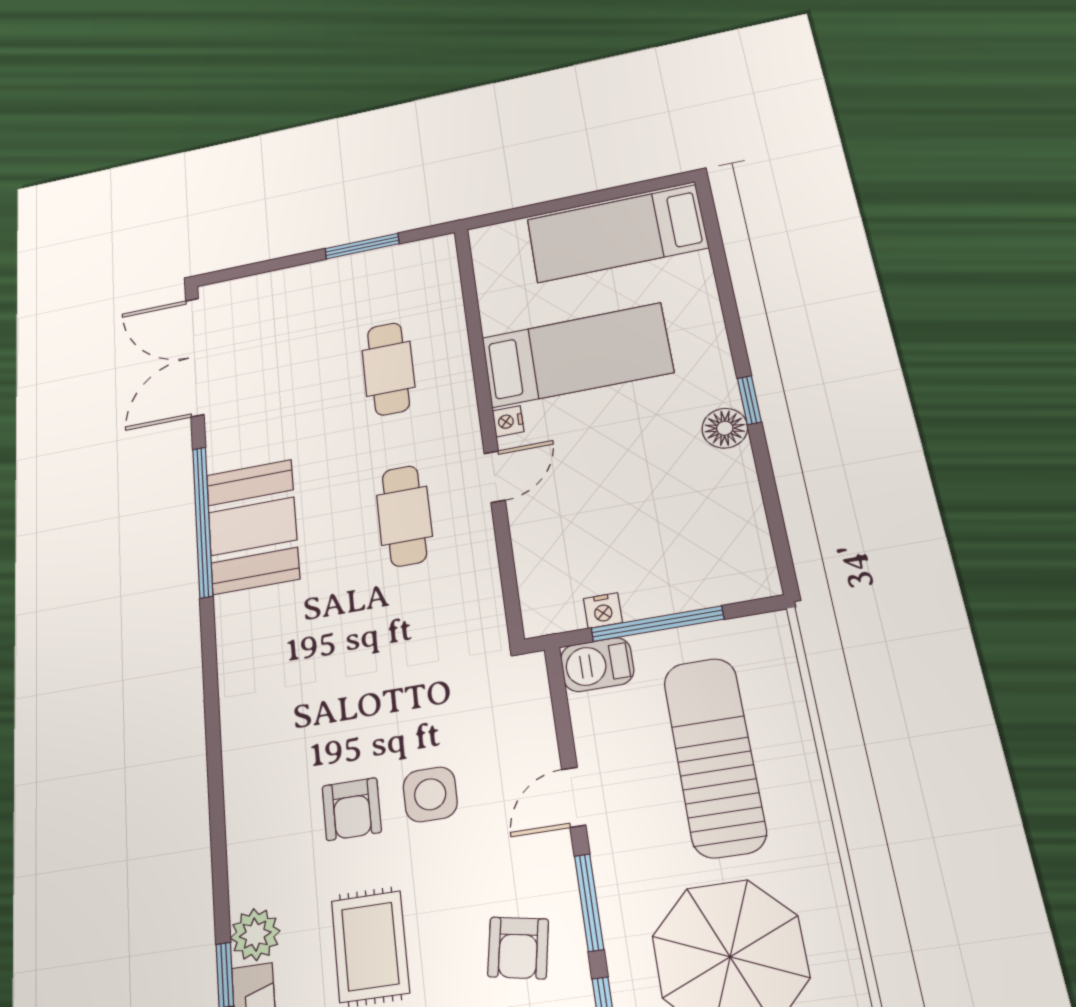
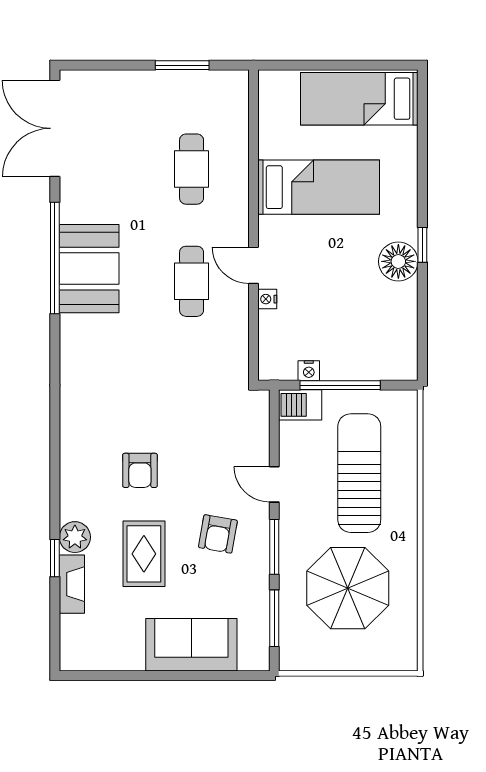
nightstand: (508, 421) -> (267, 299), moved
floor lamp: (725, 428) -> (398, 261), width x1.38, depth x1.38
door: (495, 477) -> (253, 265), swing flipped
side table: (430, 794) -> (189, 469), removed
door: (574, 797) -> (274, 484), hinge flipped
armchair: (518, 948) -> (218, 534), moved

